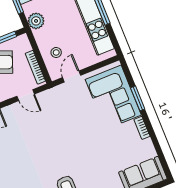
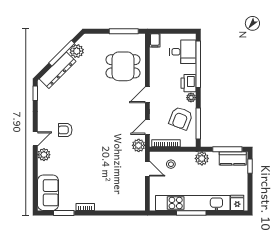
plant: (50, 97) -> (139, 145), added
corner sofa: (113, 97) -> (118, 194), removed
window: (138, 98) -> (64, 213), moved

